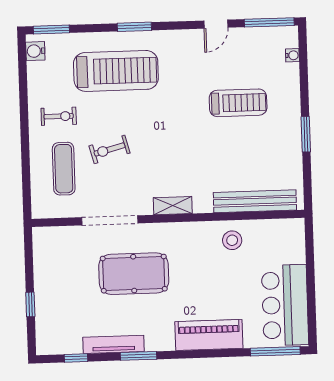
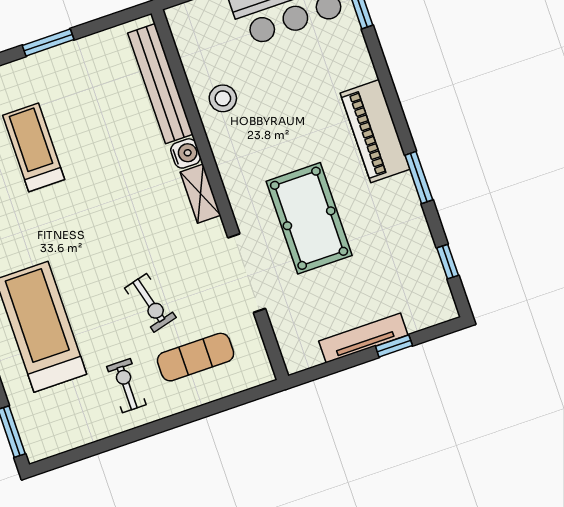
water cooler: (35, 51) -> (186, 153), moved, turned -90
piano: (209, 335) -> (375, 131), moved
tv unit: (114, 344) -> (363, 338), moved, turned 90

